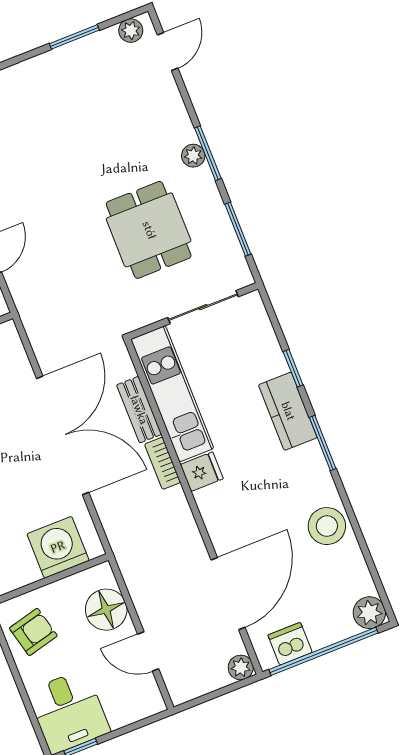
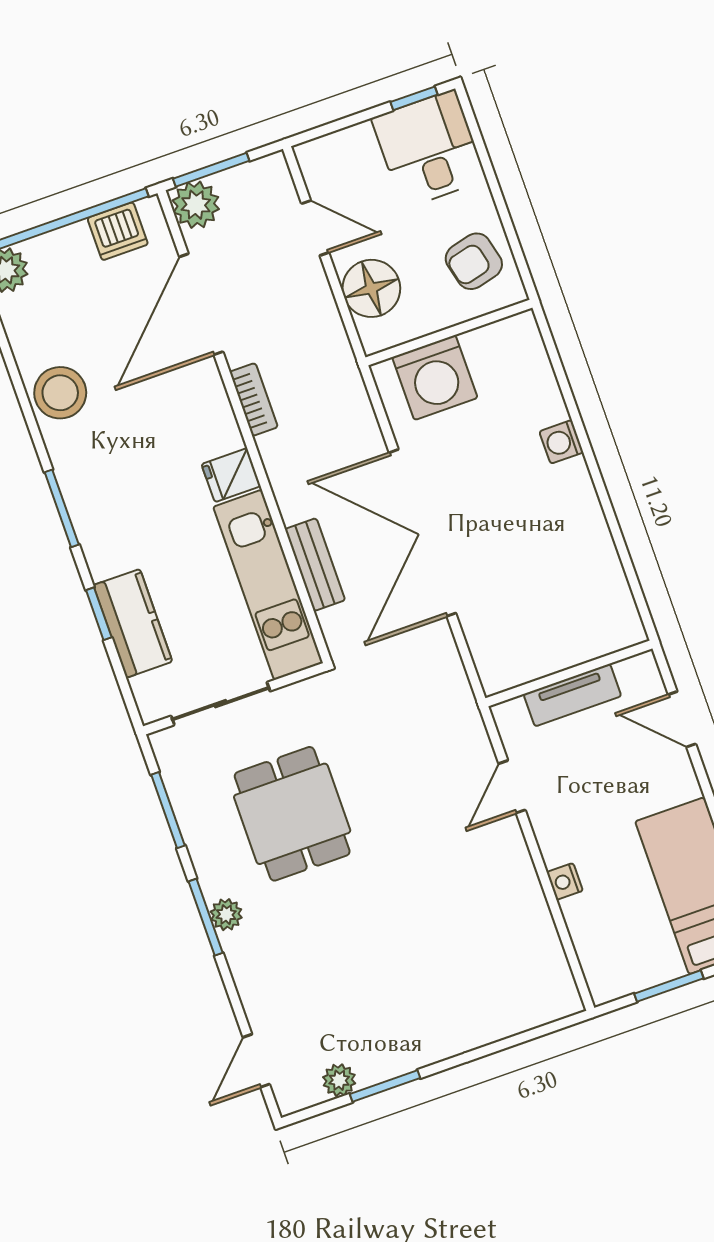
plant: (131, 31) -> (339, 1080), moved
kitchen counter: (288, 411) -> (133, 623), moved
bookcase: (163, 463) -> (254, 400), moved
plant: (241, 667) -> (196, 205), width x1.38, depth x1.38
window: (225, 690) -> (211, 170), added

